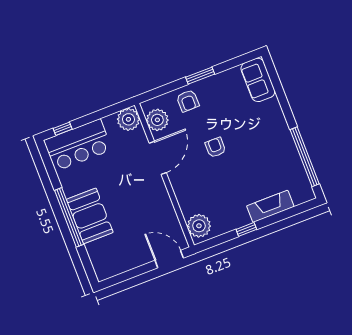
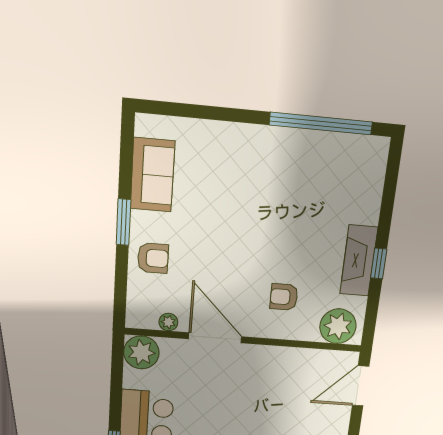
sofa: (258, 80) -> (152, 175), moved, turned -90
plant: (157, 120) -> (168, 322), width x0.53, depth x0.53
armchair: (216, 147) -> (284, 297), moved
fireplace: (270, 206) -> (359, 261), moved

